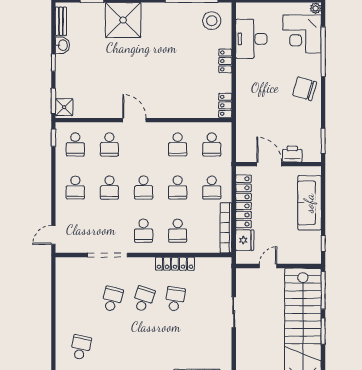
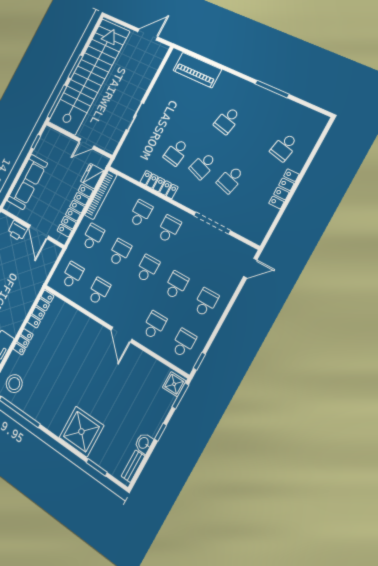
locker: (225, 105) -> (41, 309), width x1.53
locker: (62, 313) -> (284, 189), added
school desk: (144, 347) -> (227, 120), added

